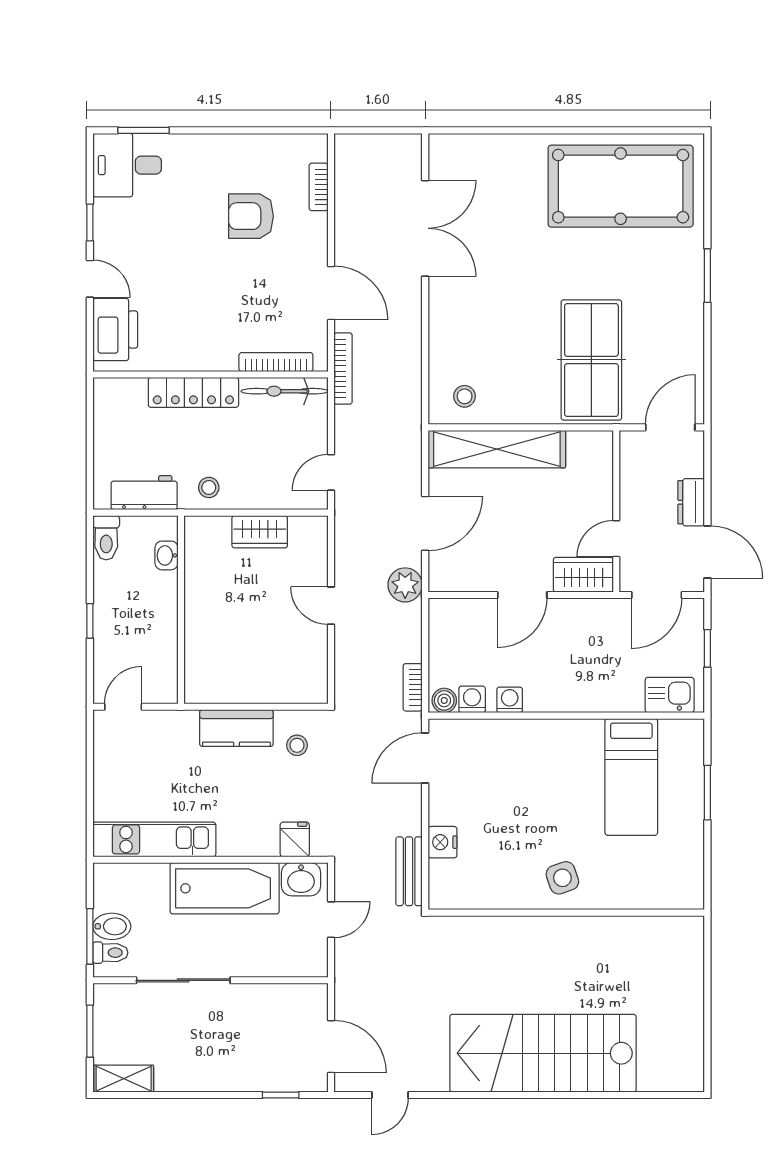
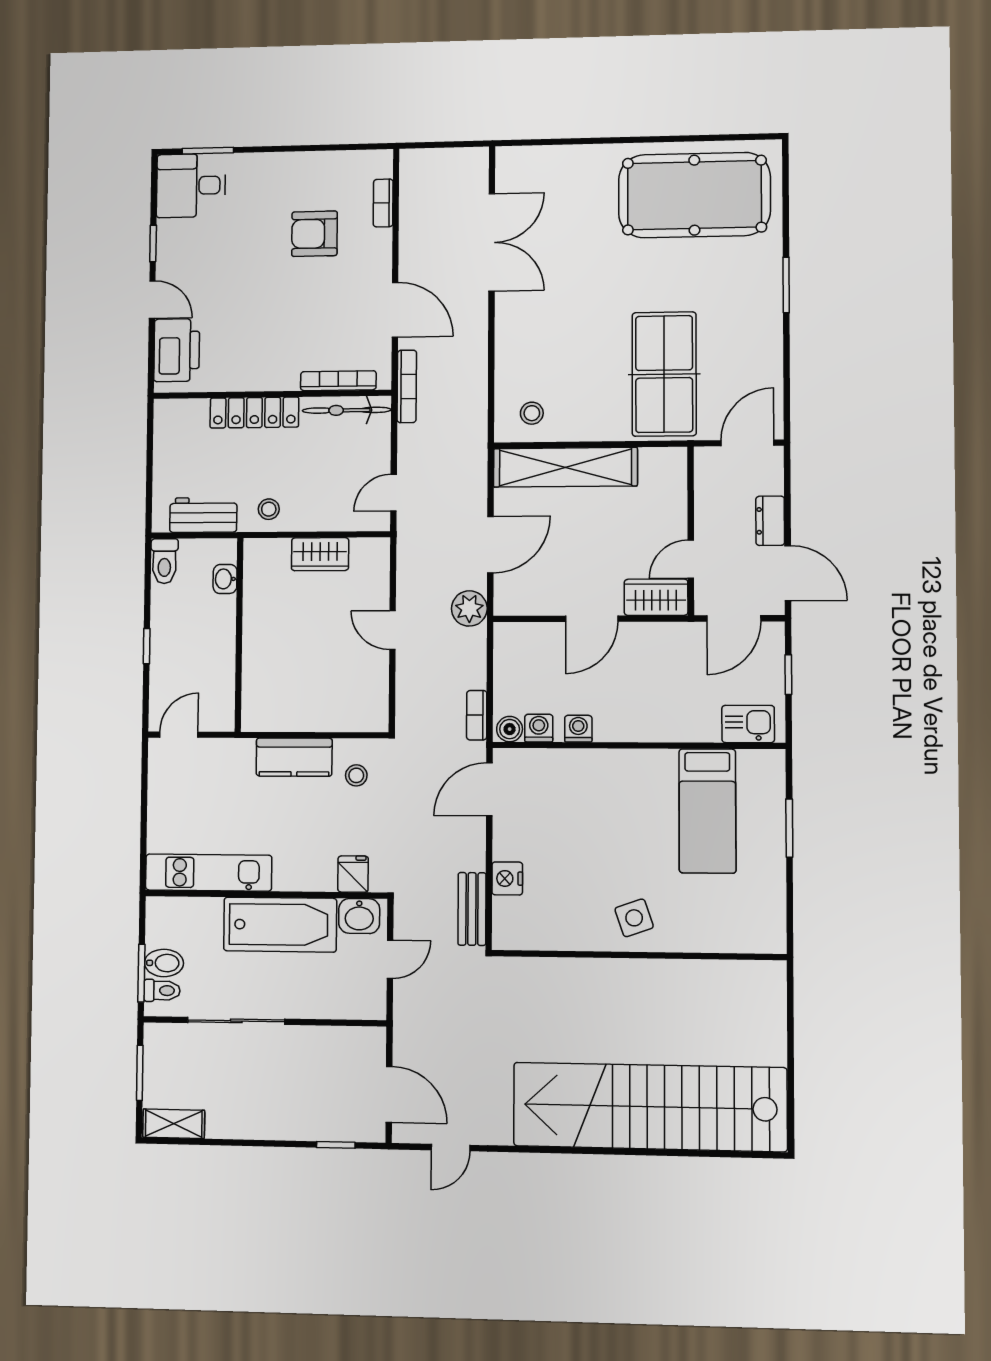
stairs: (543, 1053) -> (650, 1107), width x1.36

